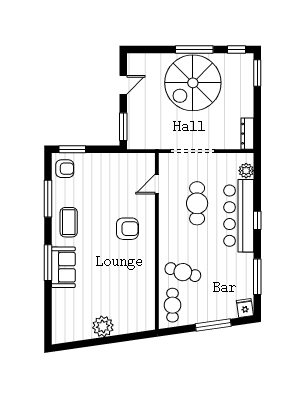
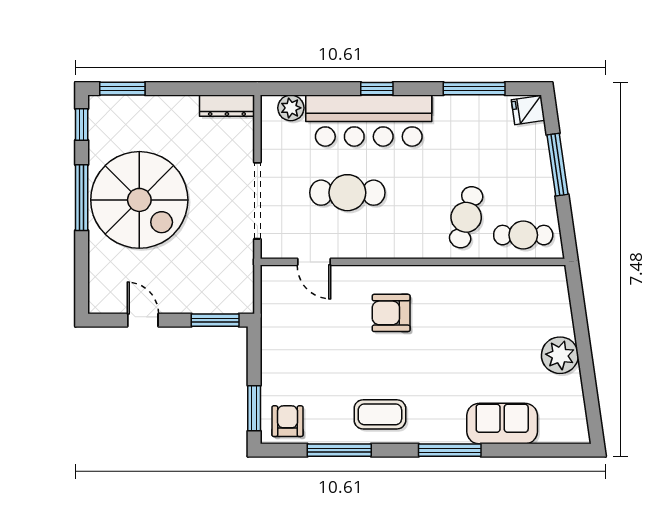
armchair: (127, 229) -> (391, 313), turned -90
sofa: (63, 267) -> (502, 424), moved

